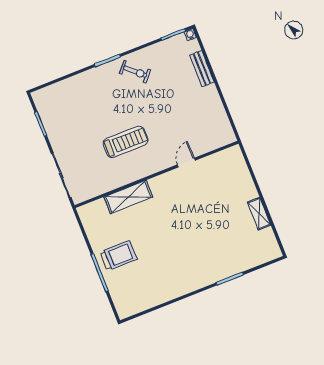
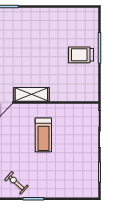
treadmill: (125, 142) -> (43, 135), turned -90
shelving: (128, 197) -> (31, 94), moved

